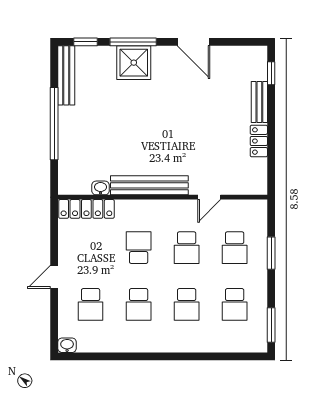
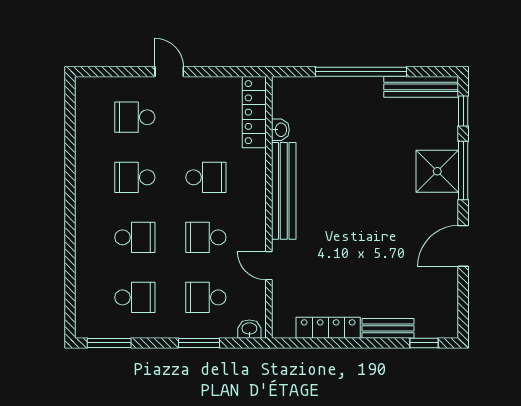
locker: (259, 141) -> (328, 328), width x1.53
school desk: (187, 304) -> (135, 237), turned 180
school desk: (235, 304) -> (135, 297), turned 180
washbasin: (67, 345) -> (249, 329), moved, turned -90

